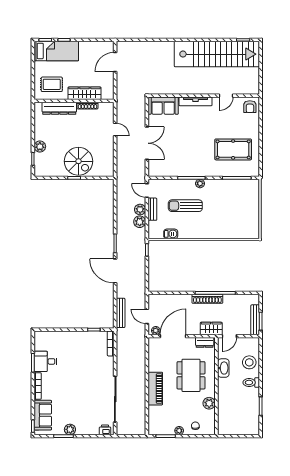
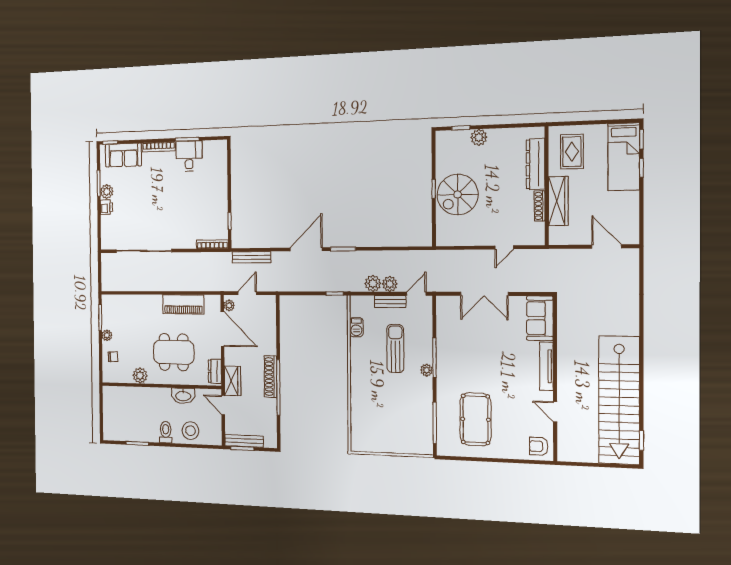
piano: (155, 389) -> (183, 304), moved
printer: (105, 430) -> (106, 207), moved

